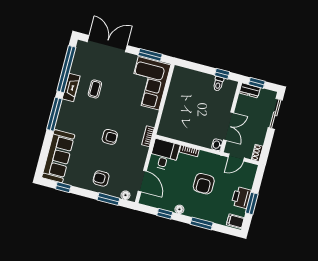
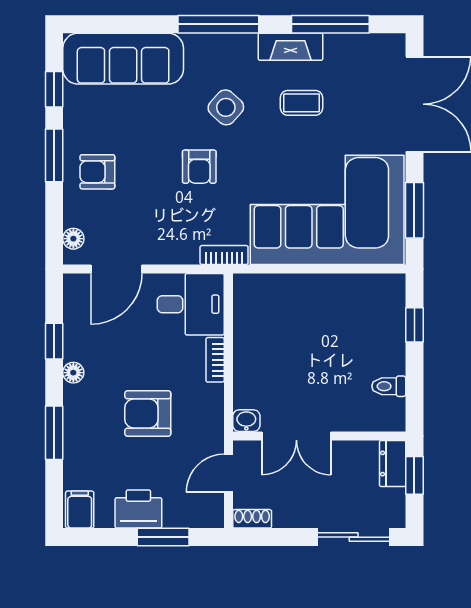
window: (66, 69) -> (330, 24), width x0.68
window: (222, 74) -> (414, 325), moved
corner sofa: (149, 83) -> (327, 210), width x1.36, depth x1.36
side table: (89, 120) -> (226, 107), added
door: (236, 158) -> (228, 473), hinge flipped
armchair: (101, 178) -> (97, 172), turned -90
window: (108, 199) -> (54, 155), moved
window: (252, 203) -> (163, 537), moved

